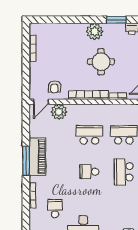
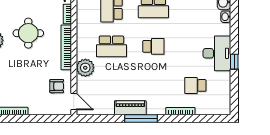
plant: (59, 112) -> (85, 68), moved
school desk: (89, 135) -> (111, 46), turned -90
piano: (37, 157) -> (130, 108), width x0.73, depth x0.75
school desk: (89, 172) -> (153, 46), turned -90

